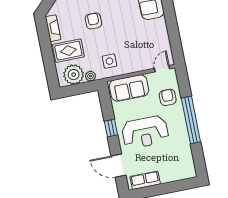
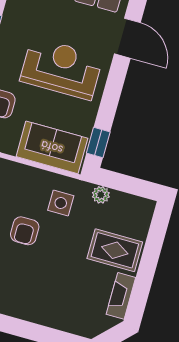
armchair: (93, 21) -> (25, 231), moved
plant: (74, 75) -> (125, 210), removed
window: (111, 128) -> (98, 142), moved

